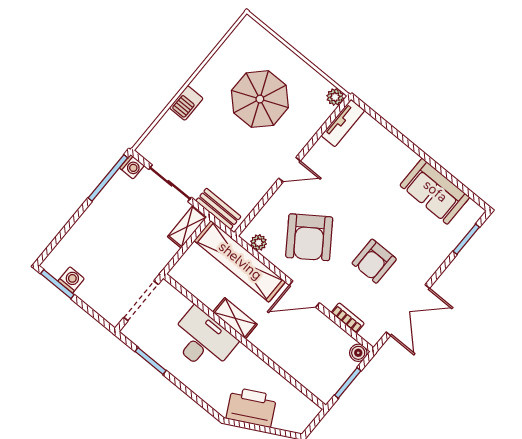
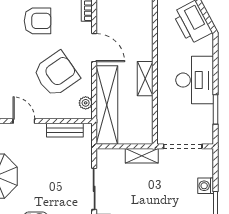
bench: (218, 209) -> (65, 130), moved, turned 90
shelving: (187, 227) -> (142, 156), moved
washing machine: (71, 280) -> (206, 186), moved
desk: (203, 340) -> (195, 80), moved, turned 180

